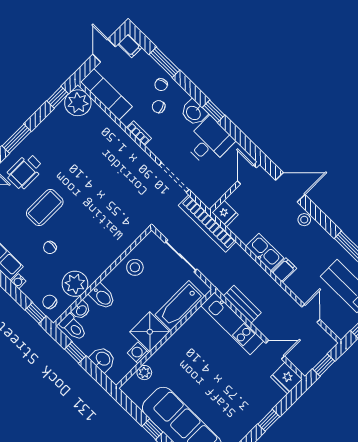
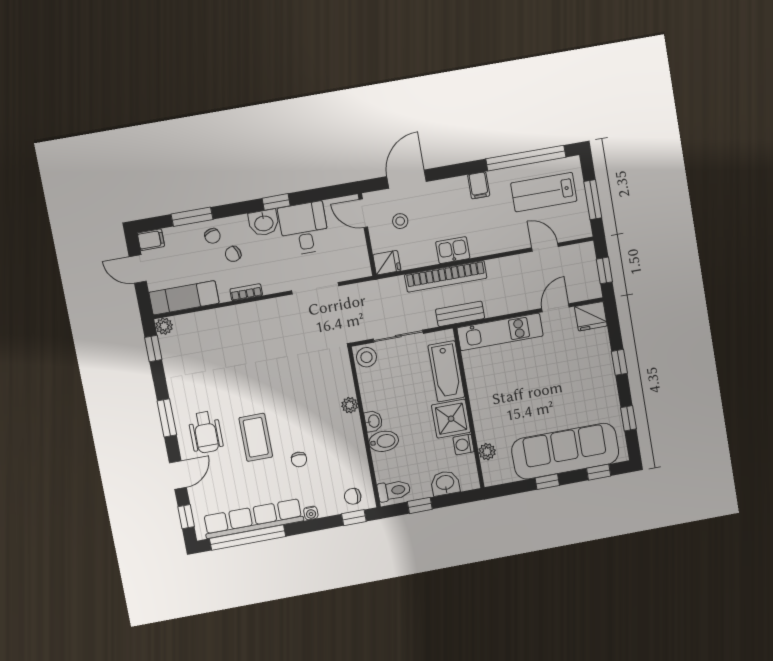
plant: (78, 103) -> (164, 326), width x0.53, depth x0.53
stool: (304, 220) -> (400, 221), moved
bookcase: (207, 223) -> (446, 276), moved
kitchen sink: (265, 252) -> (453, 250), width x0.73
stool: (135, 267) -> (366, 357), moved
filing cabinet: (284, 270) -> (479, 185), moved, turned 180
plant: (75, 284) -> (350, 405), moved, width x0.53, depth x0.53
bench: (242, 304) -> (460, 314), moved
washbasin: (81, 310) -> (373, 421), moved

